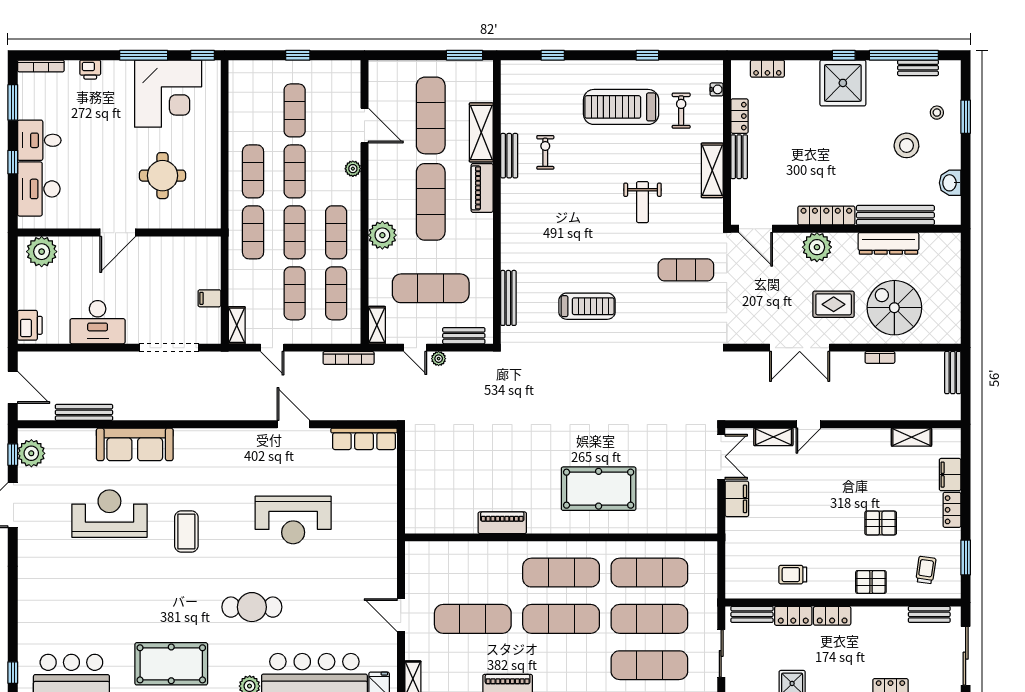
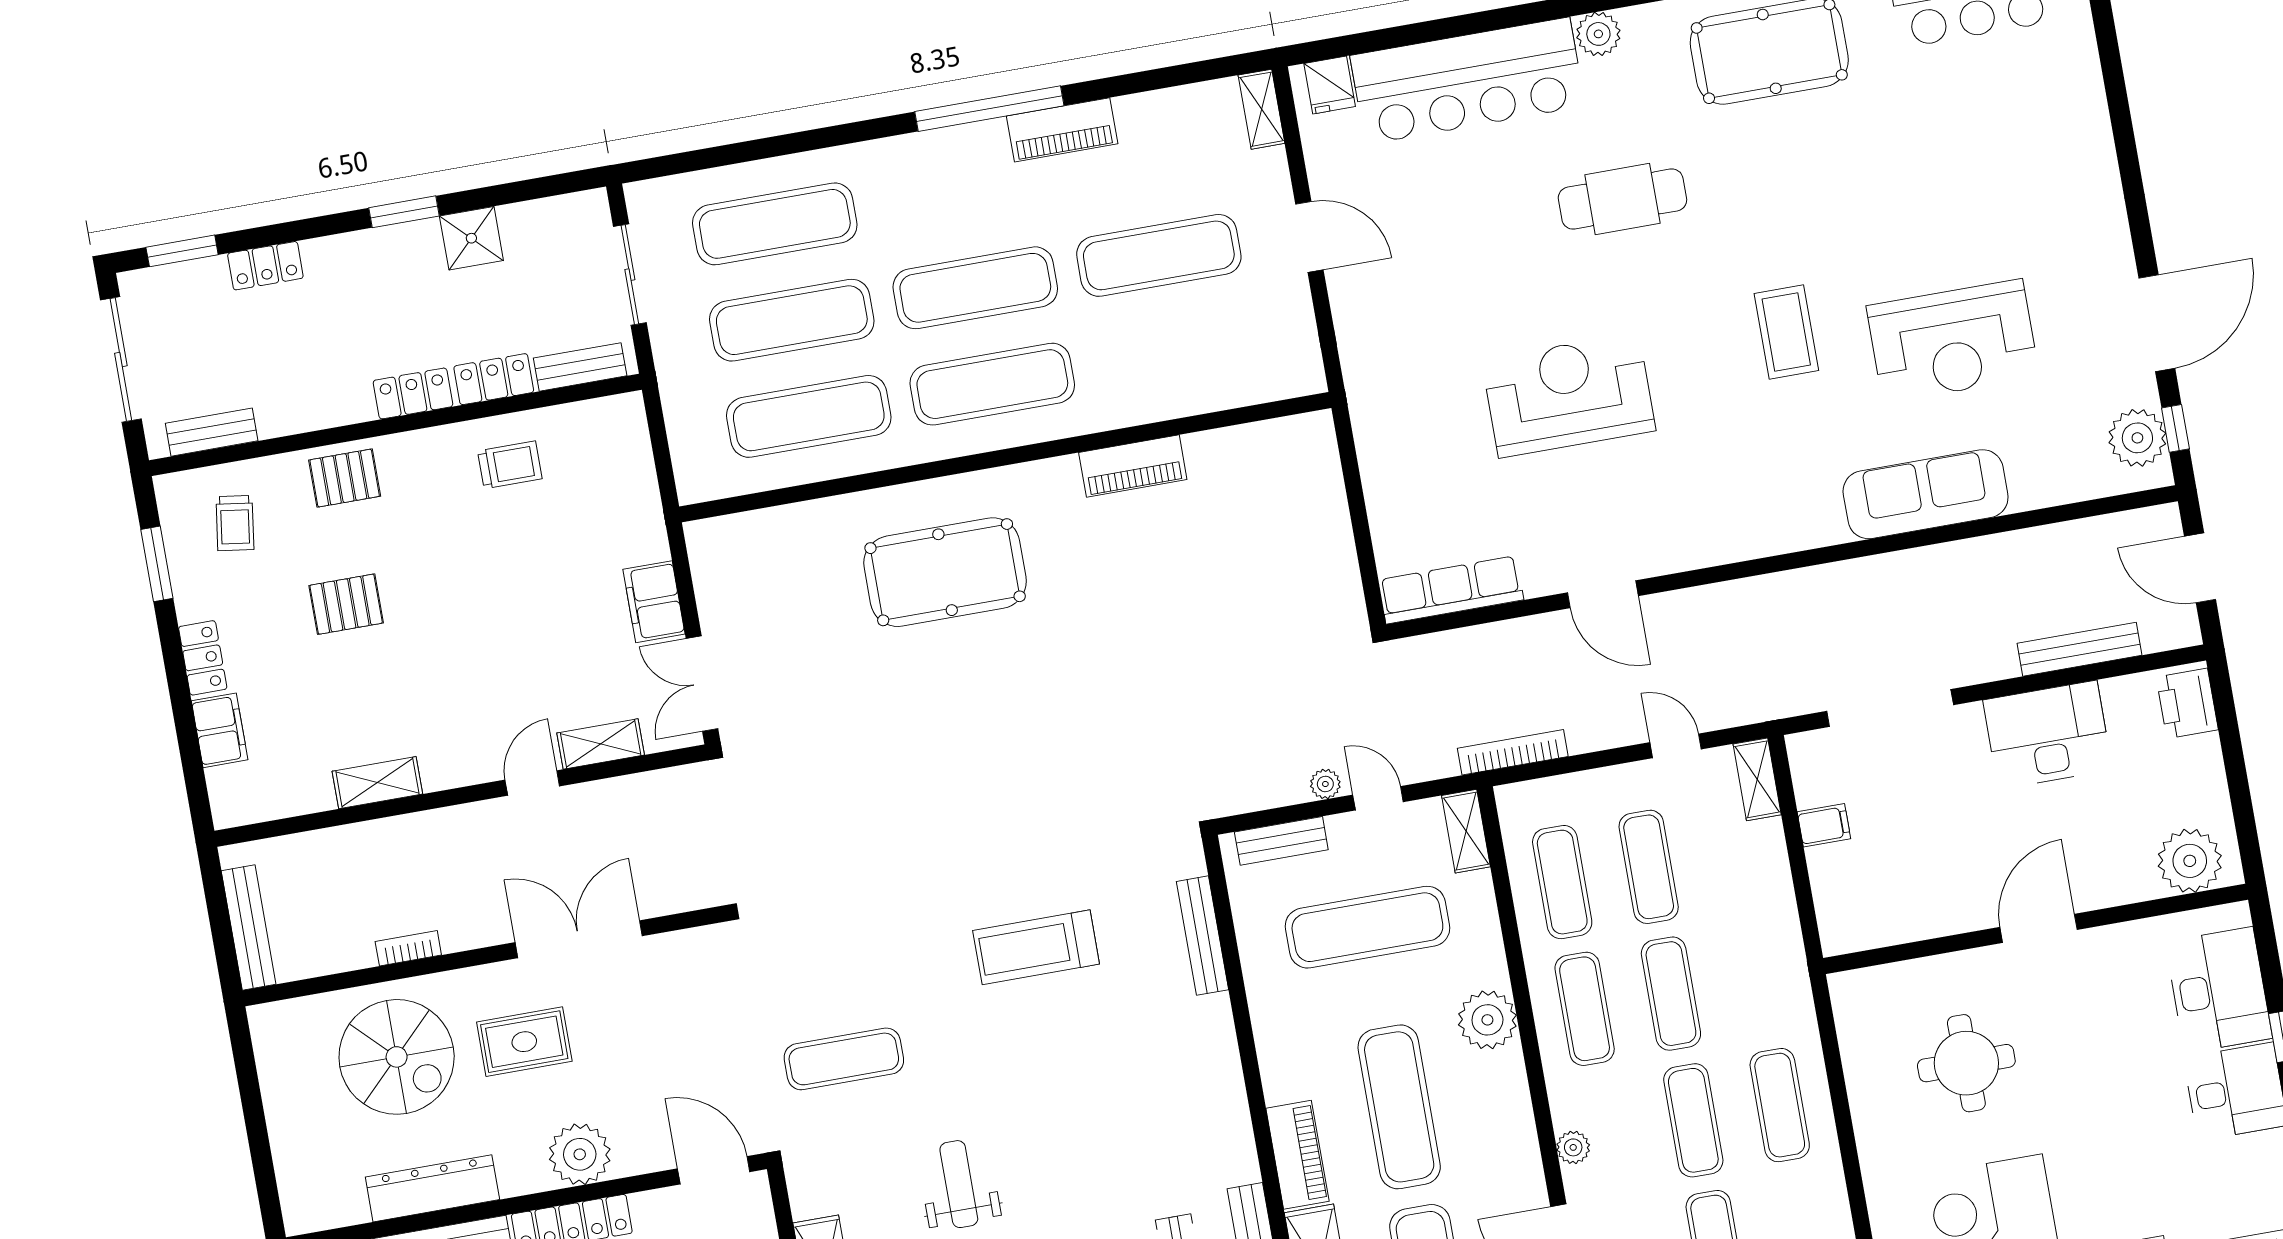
exercise mat: (253, 232) -> (1757, 978), removed
bench: (953, 373) -> (249, 927), width x1.36
bench: (84, 412) -> (2079, 649), moved
shelving: (911, 437) -> (377, 783), moved

